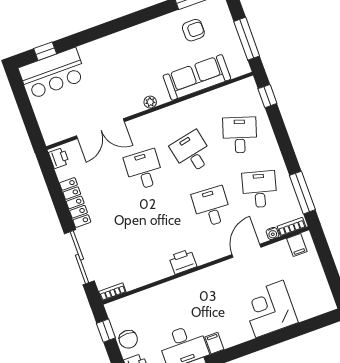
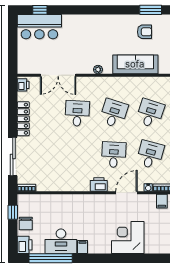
desk: (192, 152) -> (114, 113), turned 30
printer: (183, 262) -> (99, 185), moved

